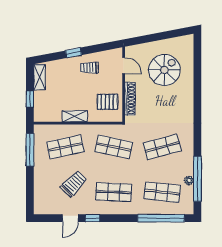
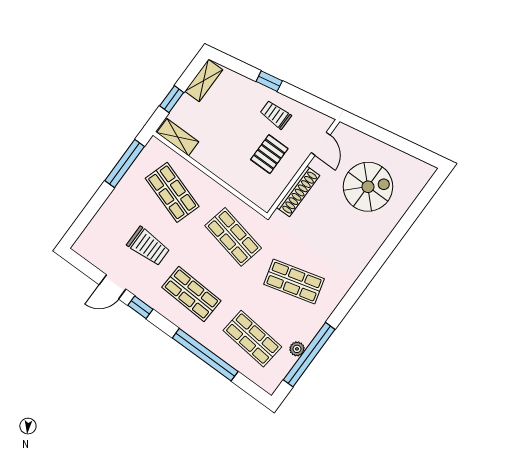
pallet: (107, 102) -> (269, 154), moved, turned 90
shelving: (75, 116) -> (178, 137), moved
shop shelf: (65, 147) -> (172, 192), turned 30
trolley: (74, 184) -> (148, 246), turned 46
window: (161, 218) -> (205, 355), moved

